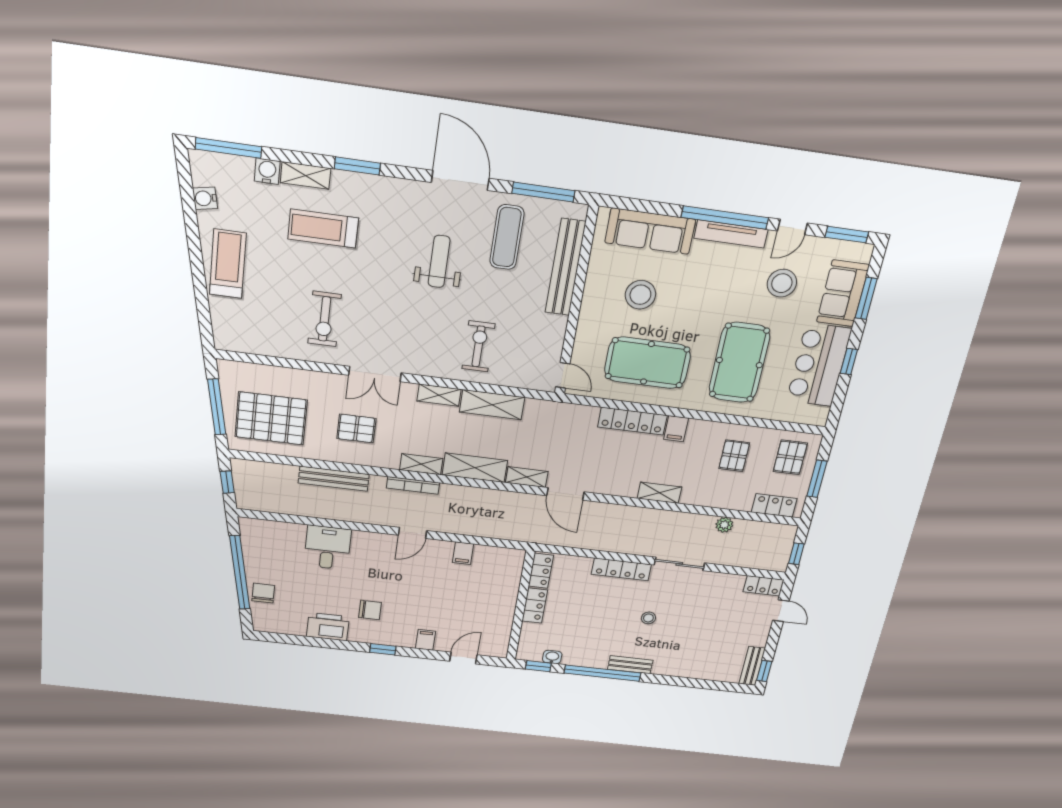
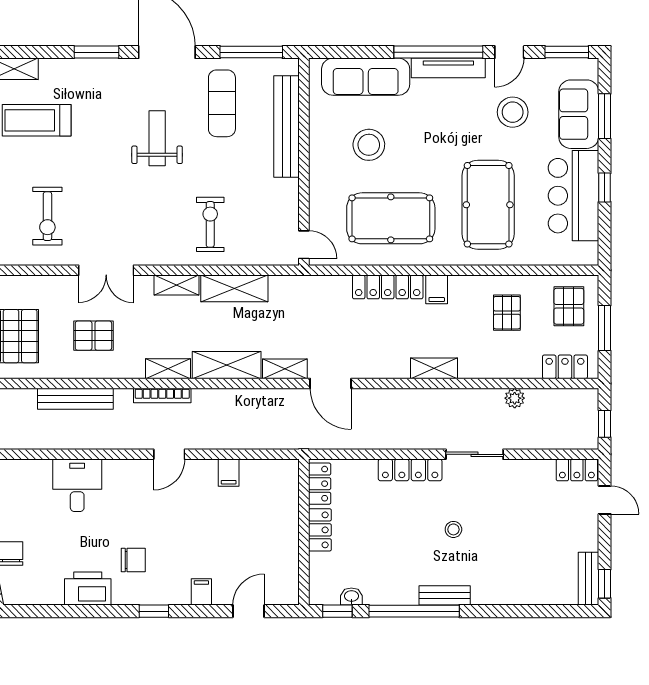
window: (357, 166) -> (96, 52), moved

